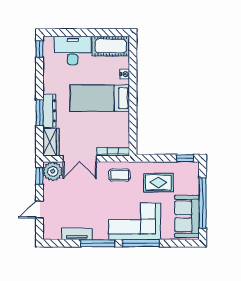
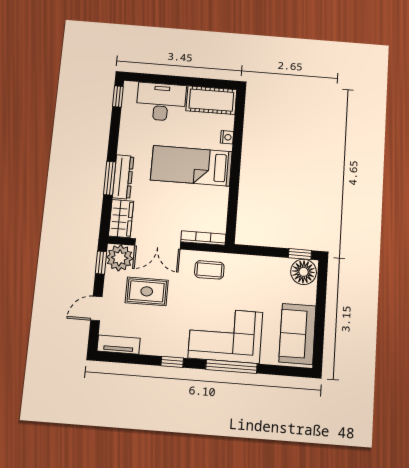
floor lamp: (189, 171) -> (304, 272), added
rug: (158, 182) -> (147, 291), moved
window: (203, 203) -> (320, 317), removed
tv unit: (77, 234) -> (119, 345), moved
window: (98, 243) -> (172, 362), width x0.46

